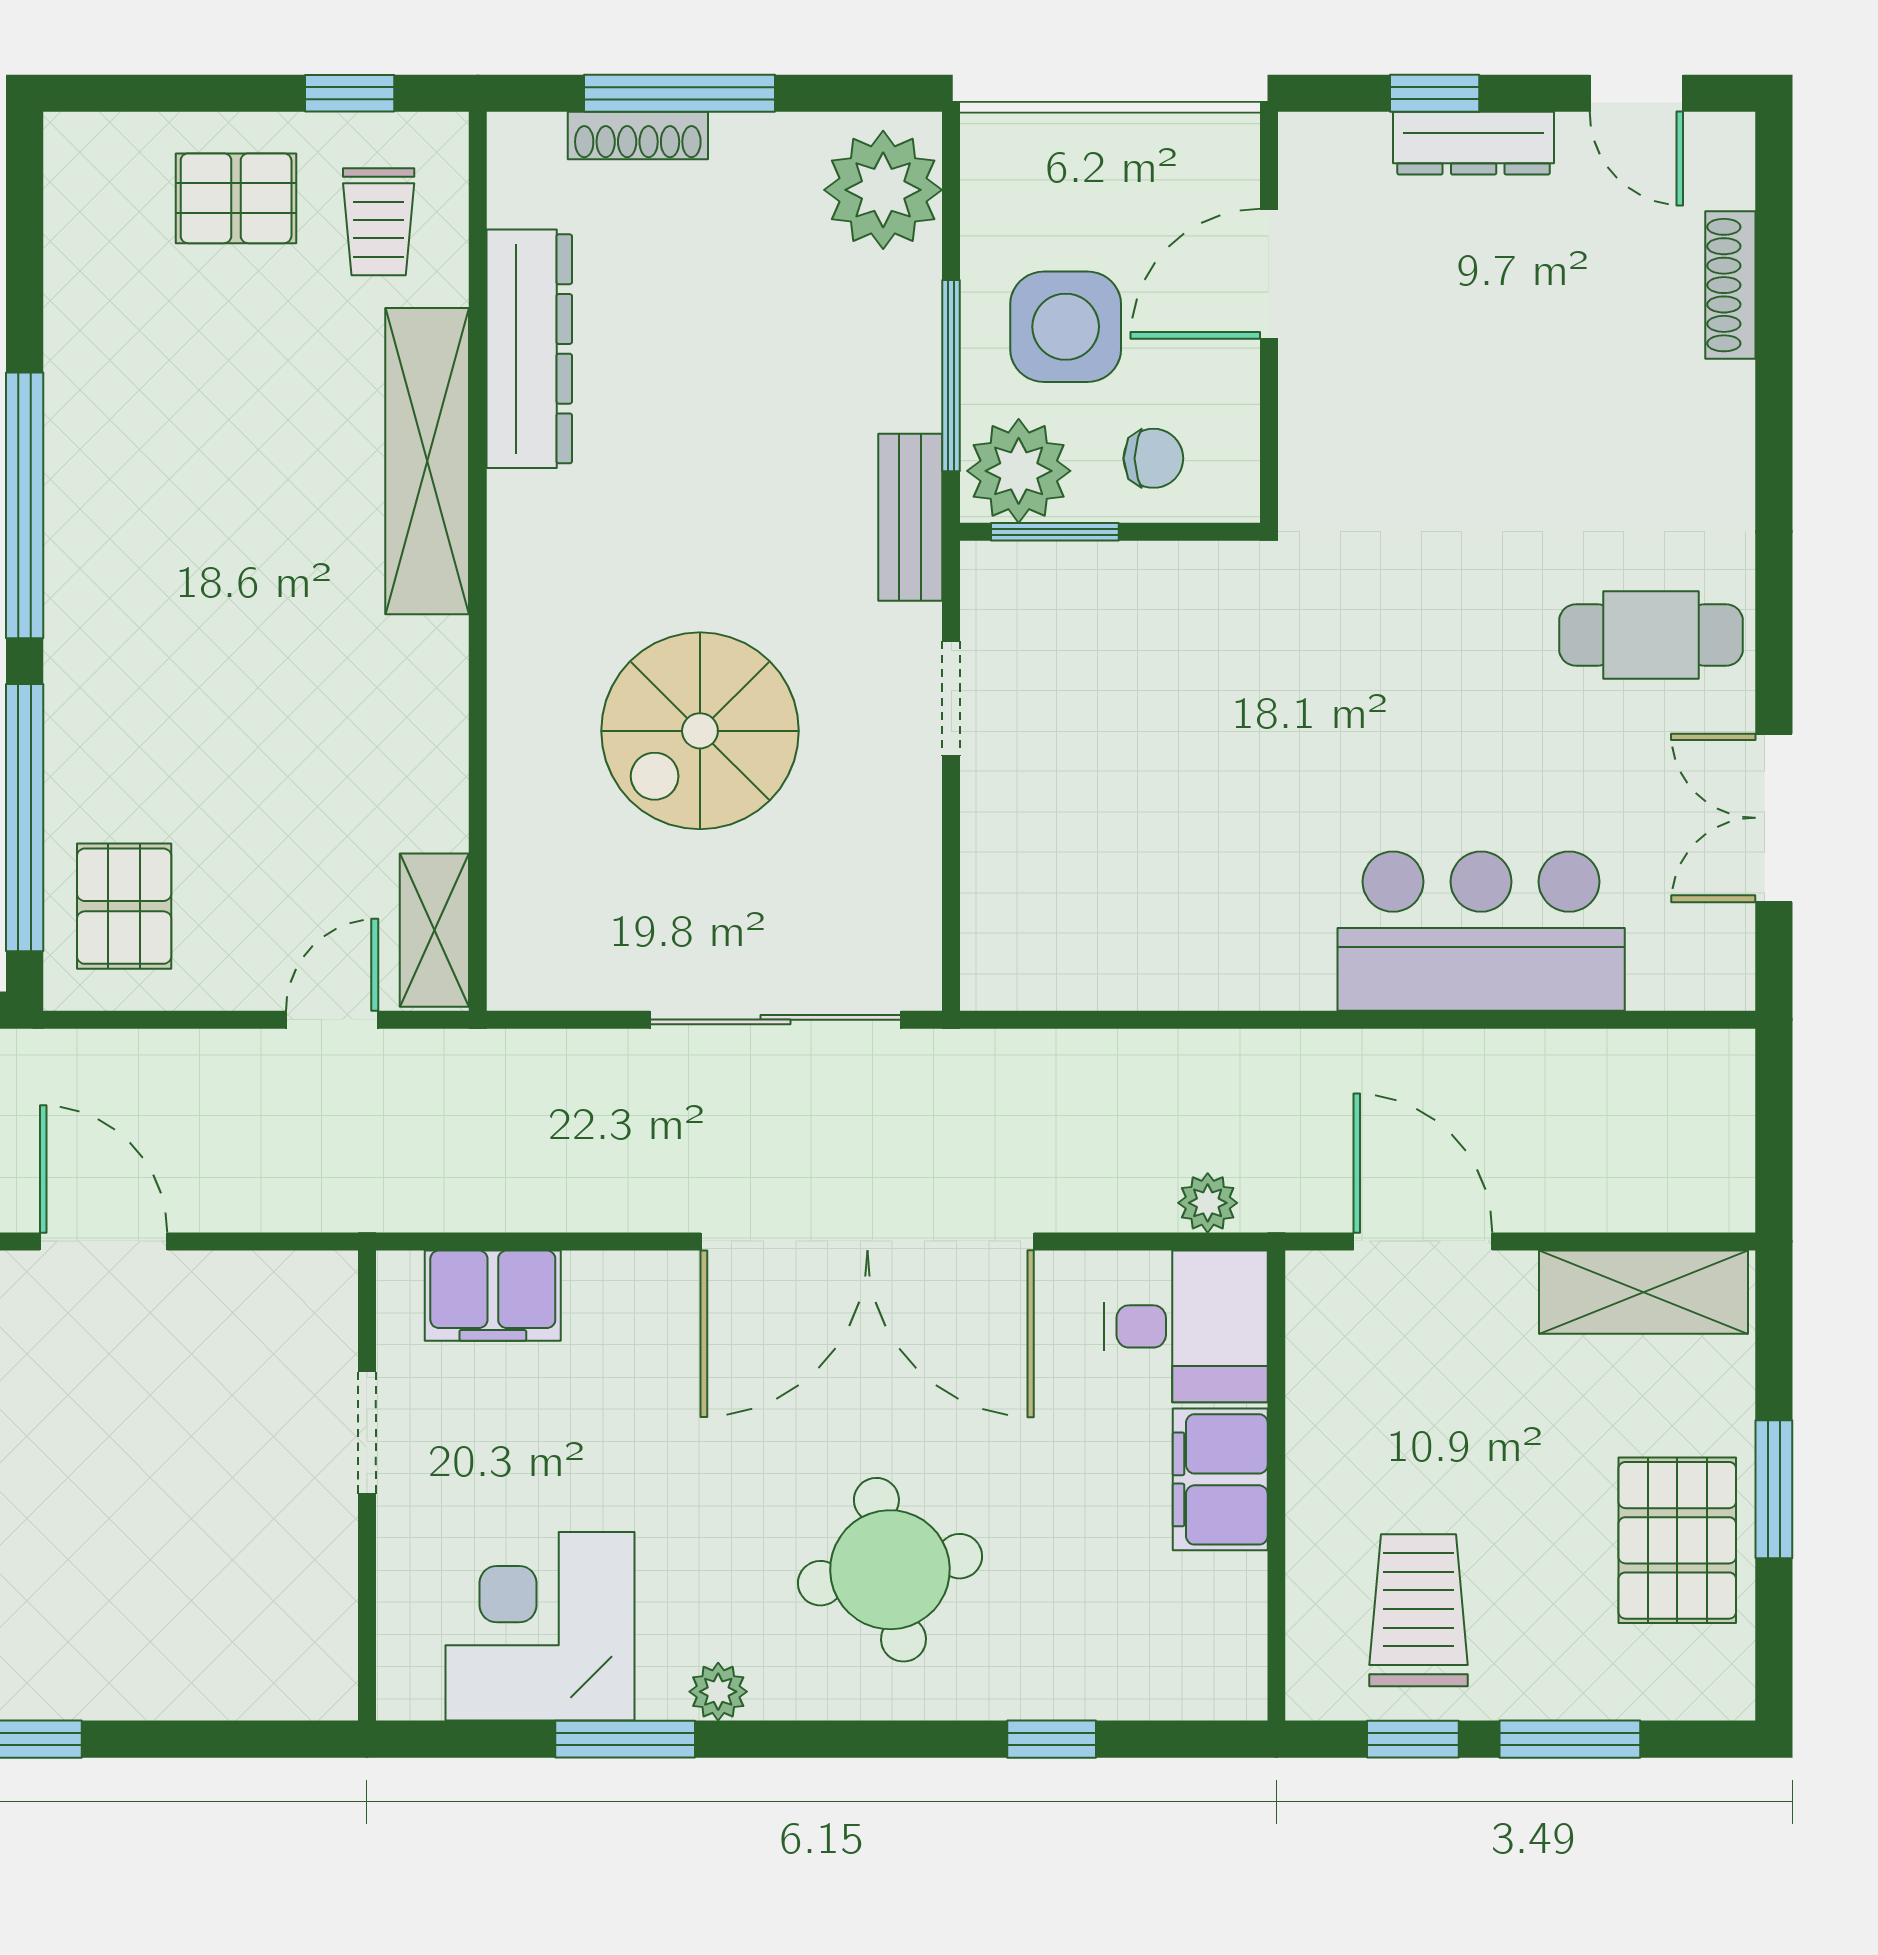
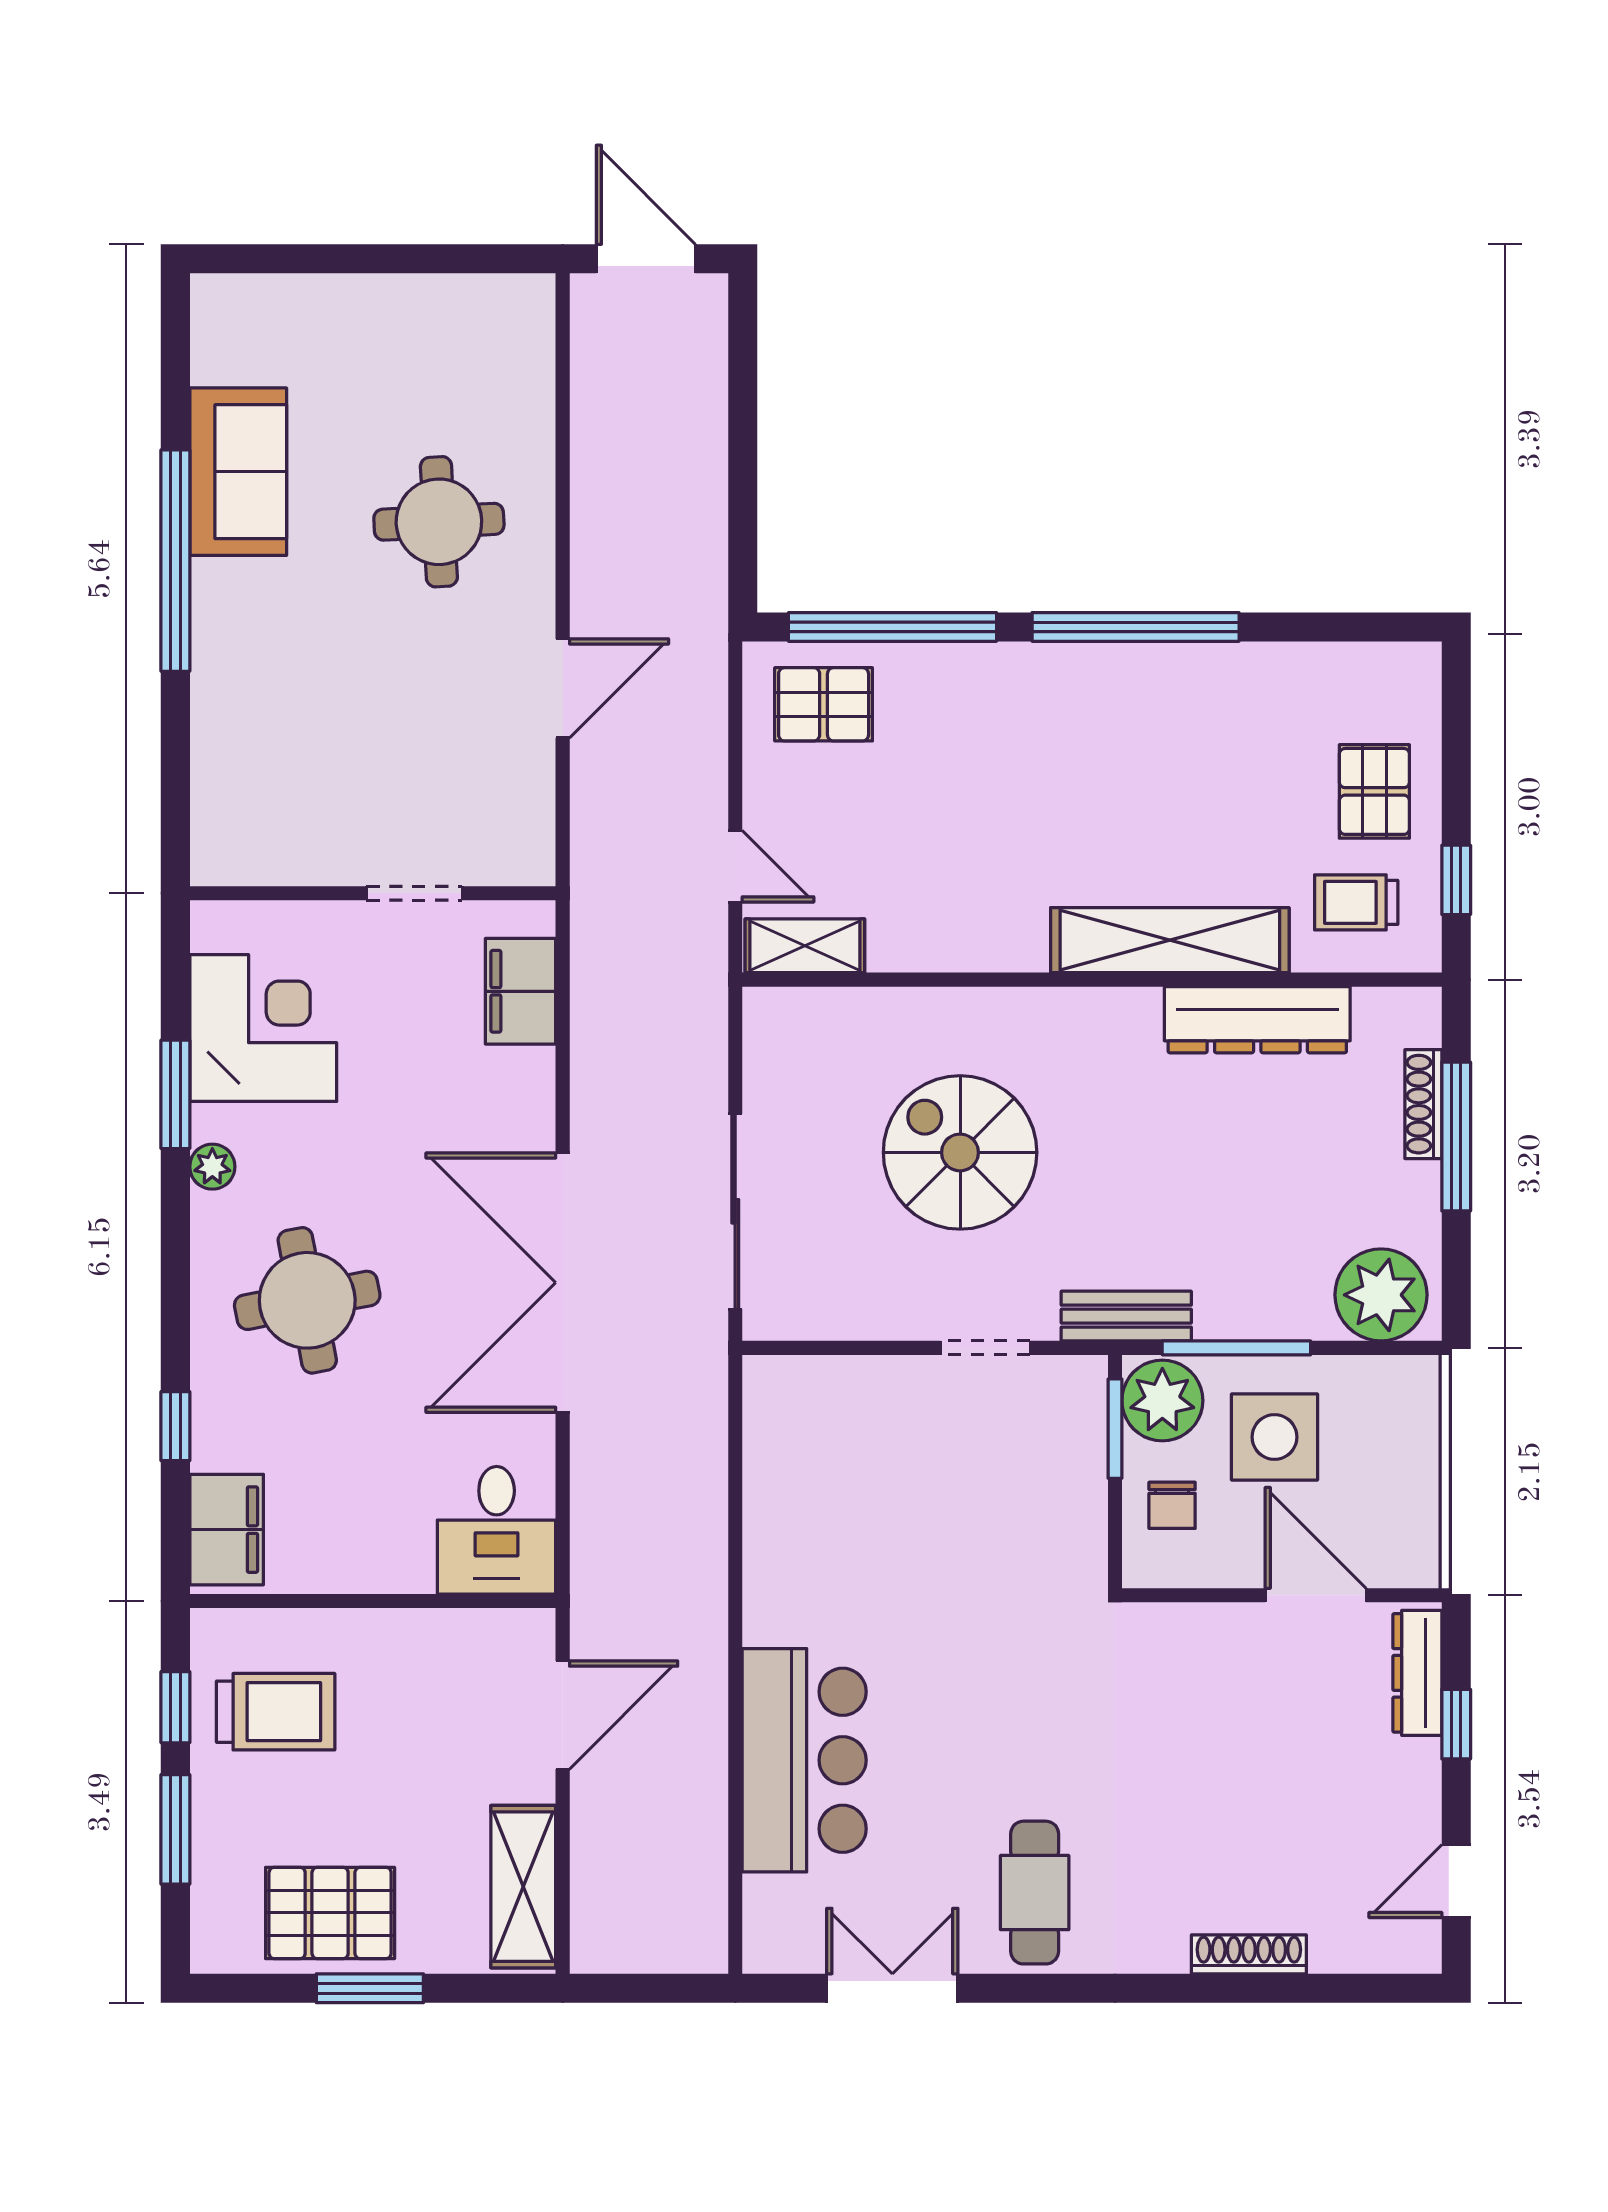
dresser: (1474, 143) -> (1417, 1673), moved
shoe rack: (1730, 285) -> (1249, 1954), moved
plant: (1208, 1203) -> (593, 1548), removed
filing cabinet: (1220, 1479) -> (227, 1530), moved, turned 90

